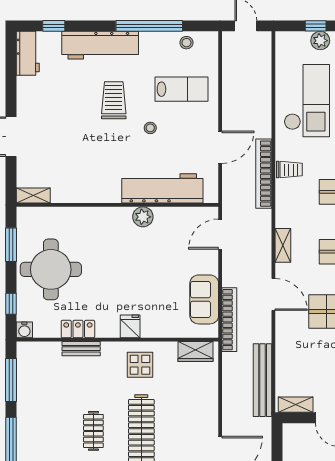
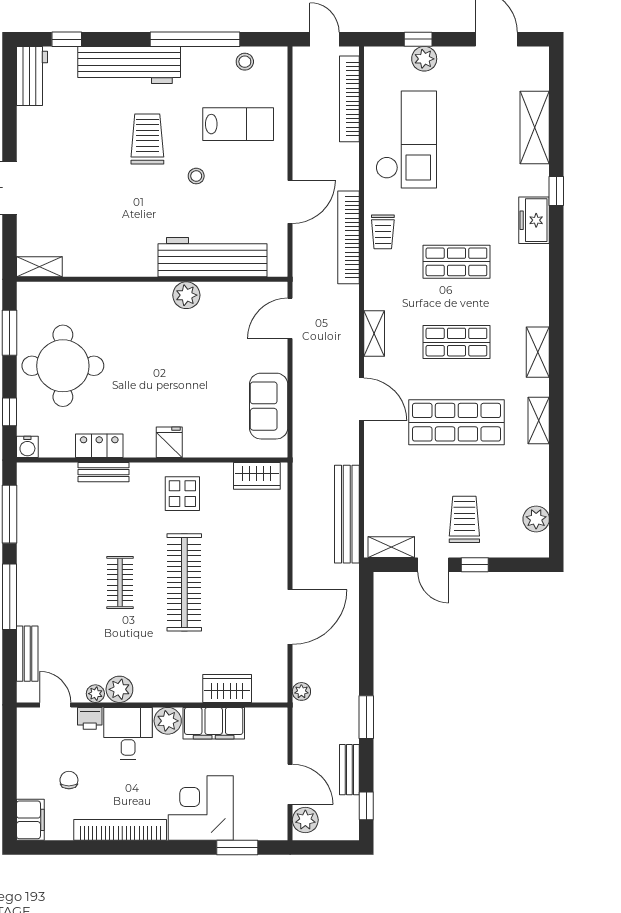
trolley: (289, 170) -> (383, 232), turned 90
bookcase: (229, 320) -> (349, 99), moved, turned 180

